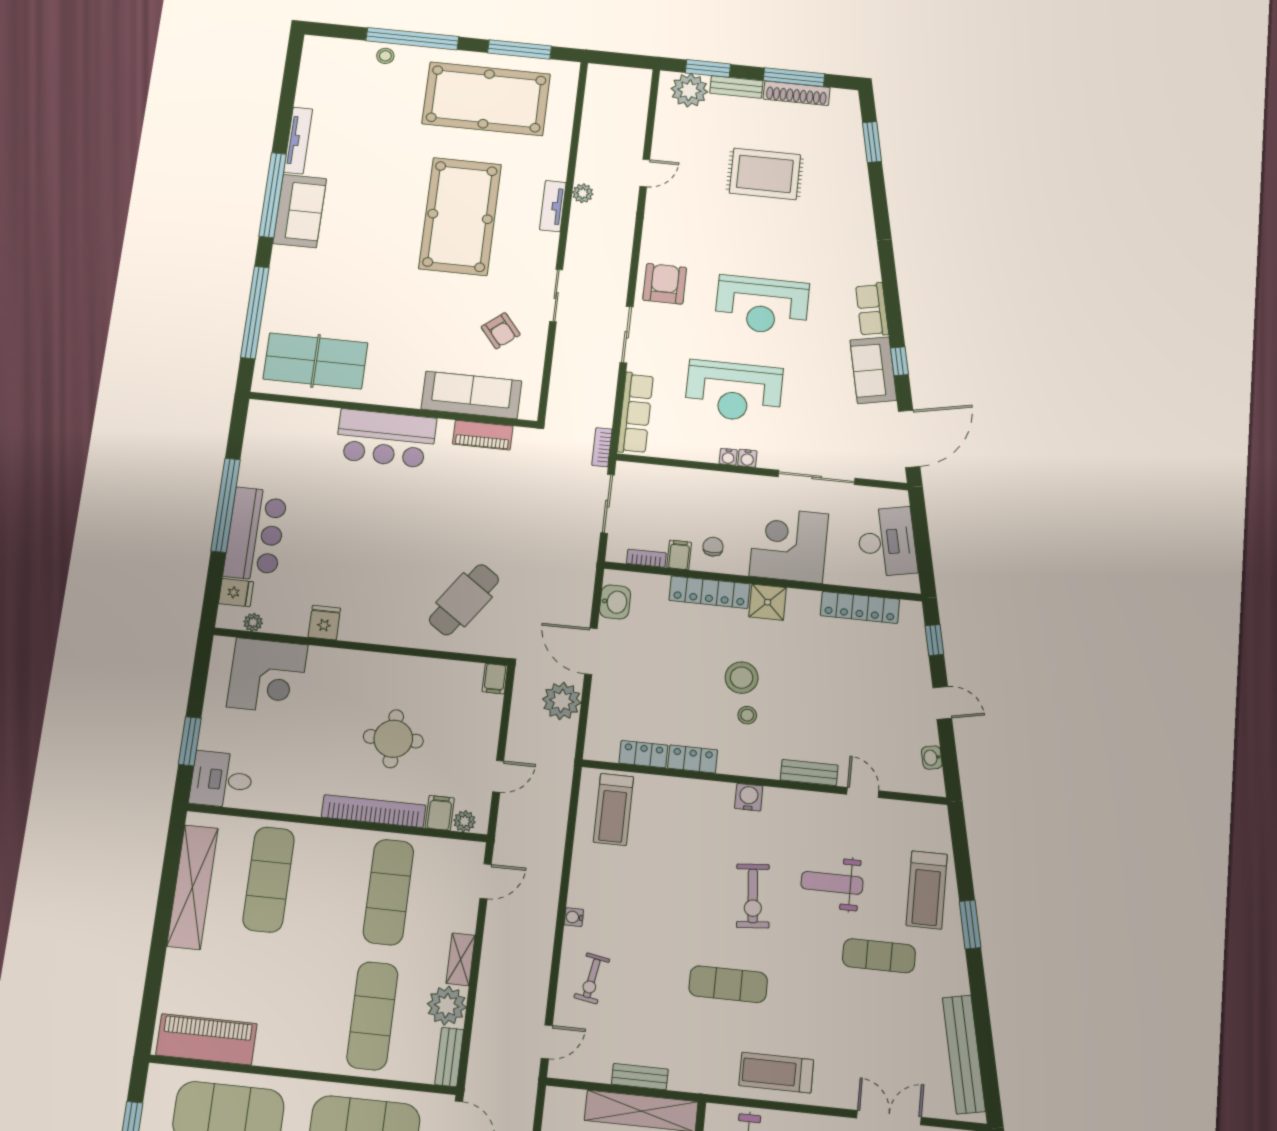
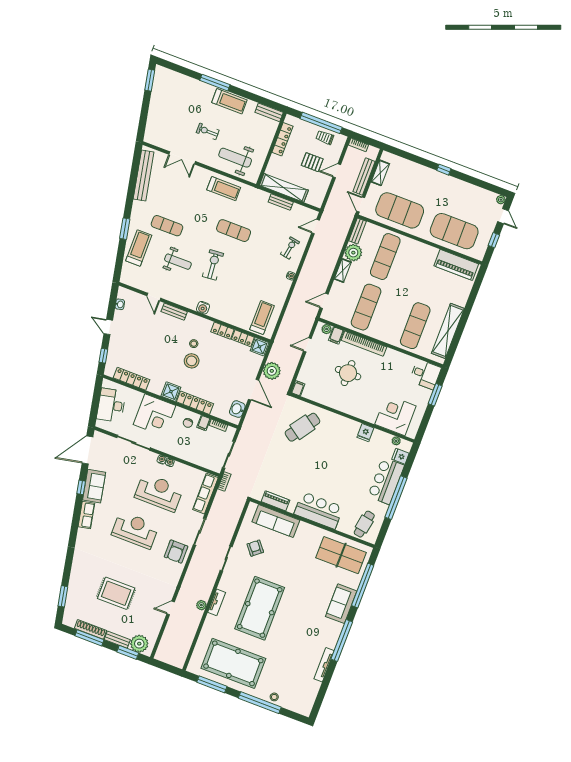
sofa: (300, 211) -> (341, 604), moved
cafe table: (281, 435) -> (364, 524), added
shower: (602, 745) -> (259, 347), added

